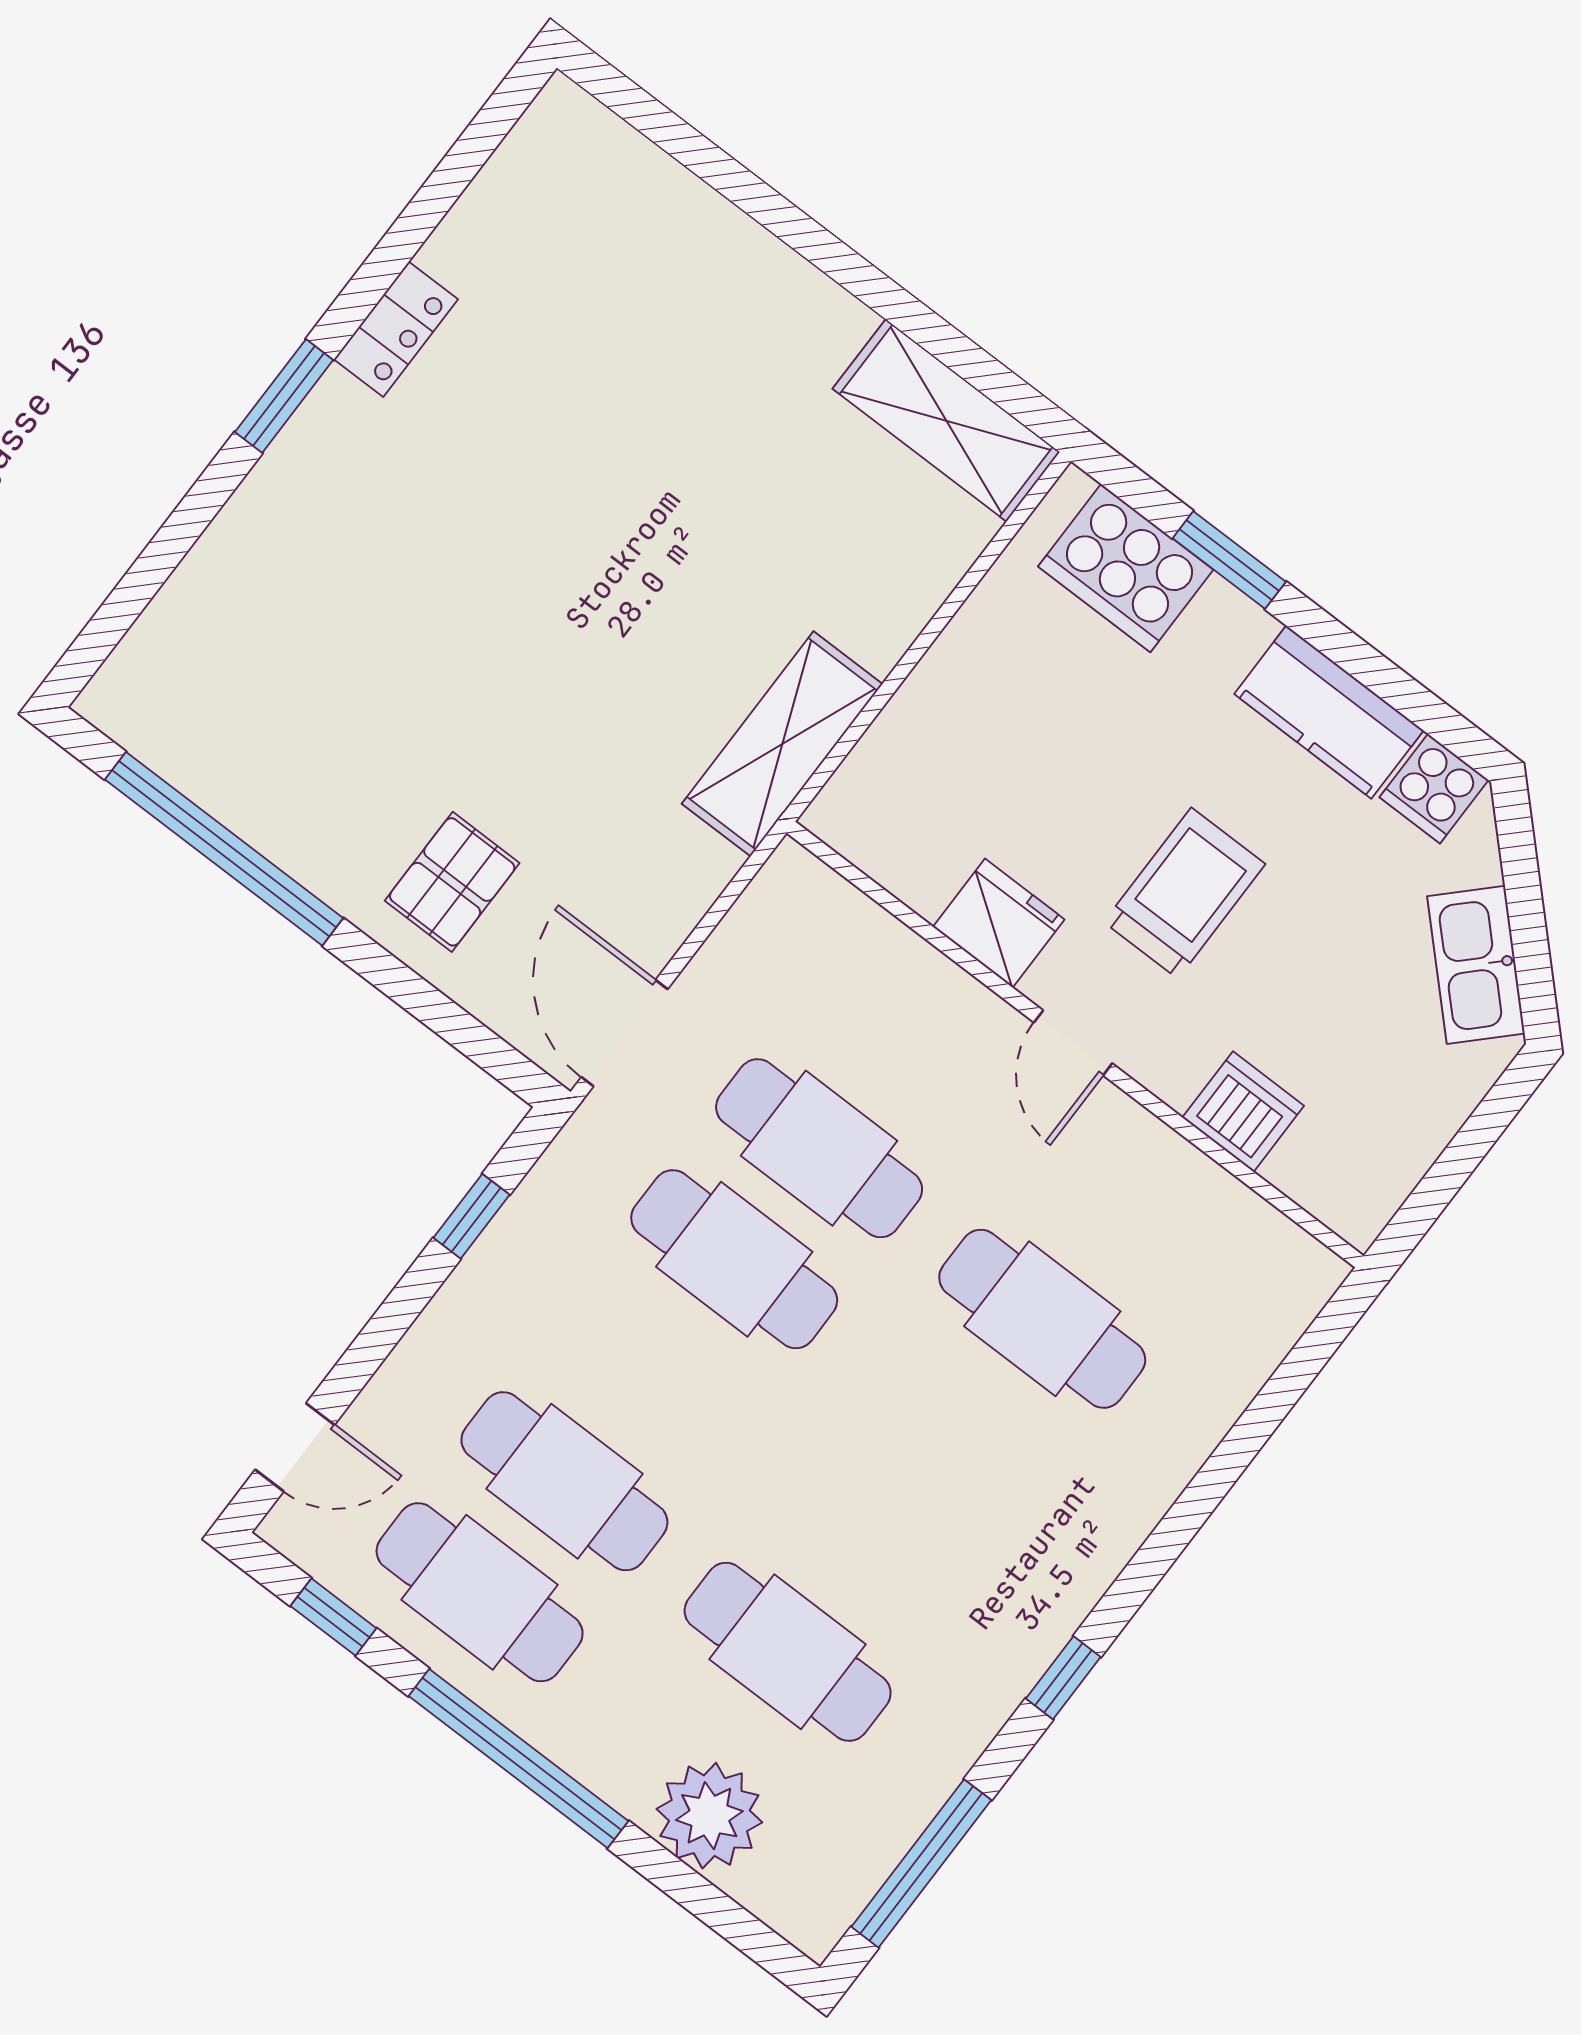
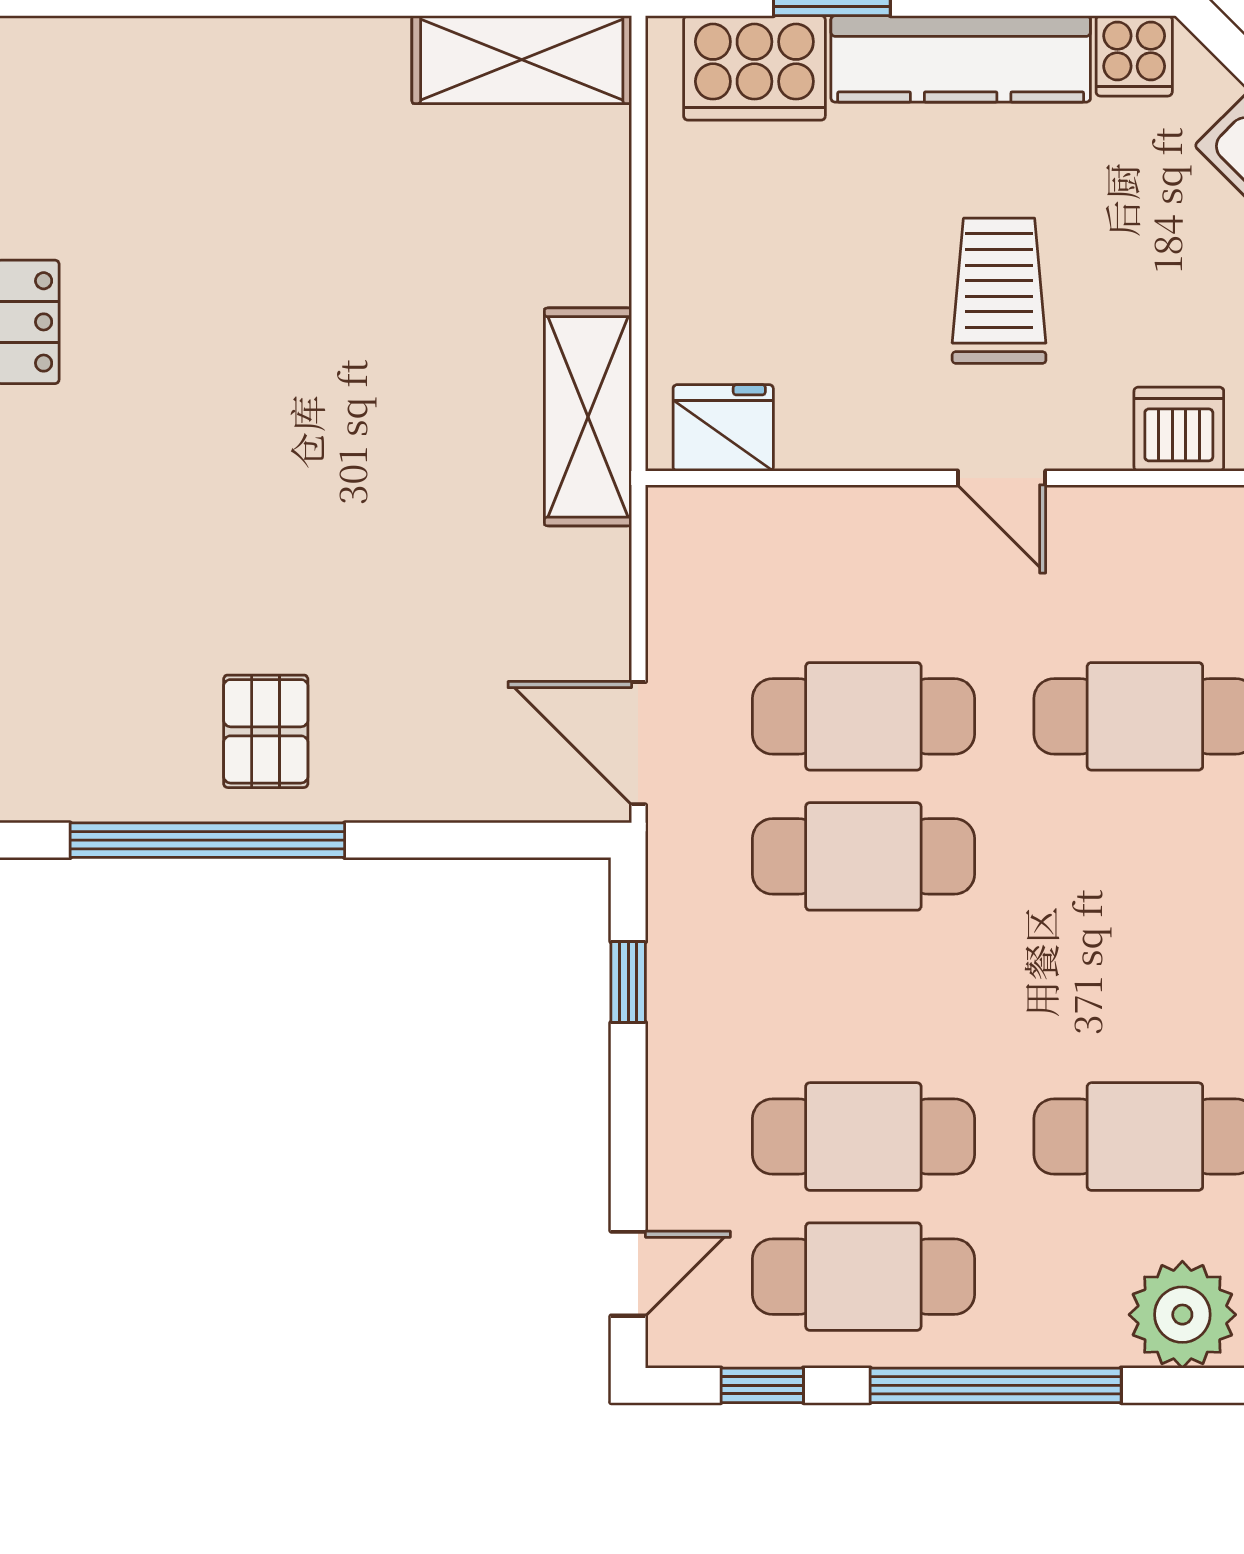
kitchen counter: (1329, 712) -> (961, 59), width x1.50
pallet: (452, 882) -> (266, 731), moved
fridge: (999, 923) -> (723, 428), moved

